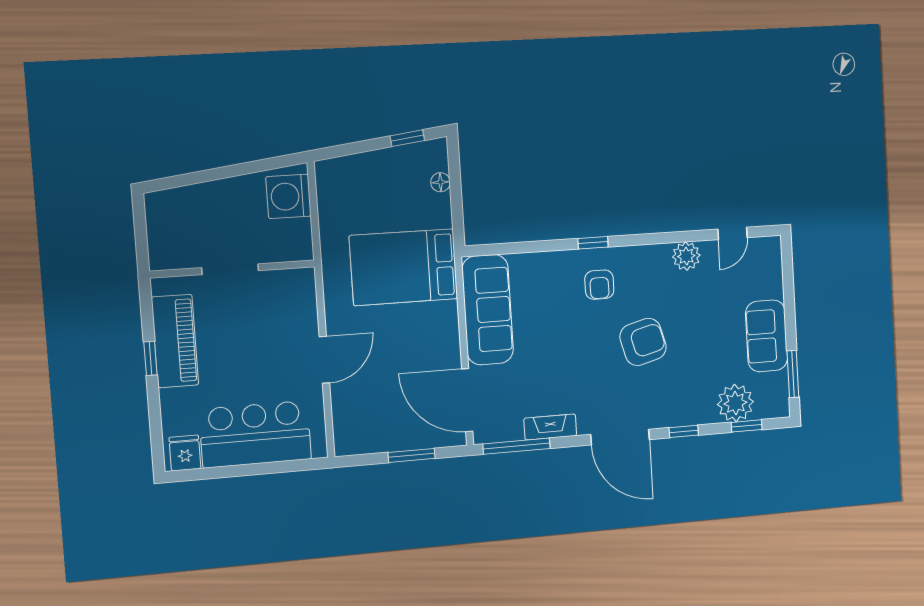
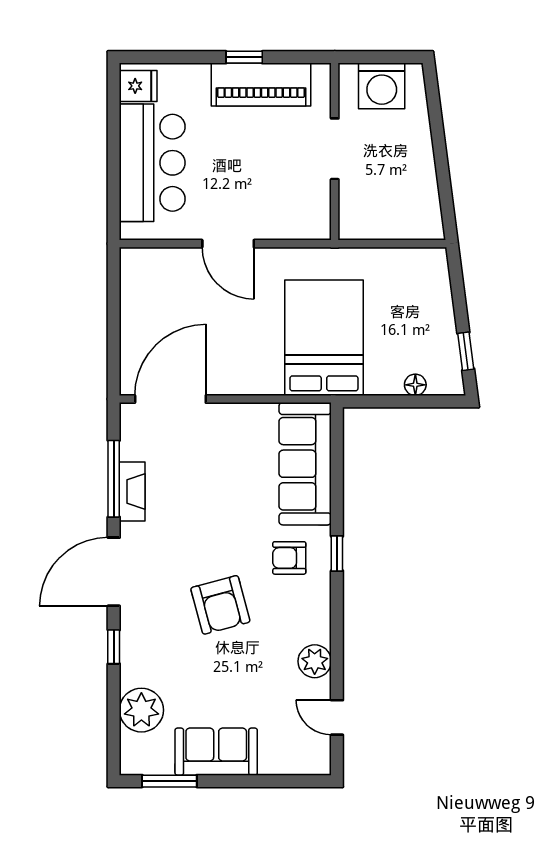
washing machine: (288, 196) -> (382, 86), moved, turned 180
sofa: (488, 310) -> (305, 464), moved, turned 90
window: (747, 426) -> (114, 722), removed
window: (517, 446) -> (114, 479), moved
window: (411, 455) -> (114, 332), removed

